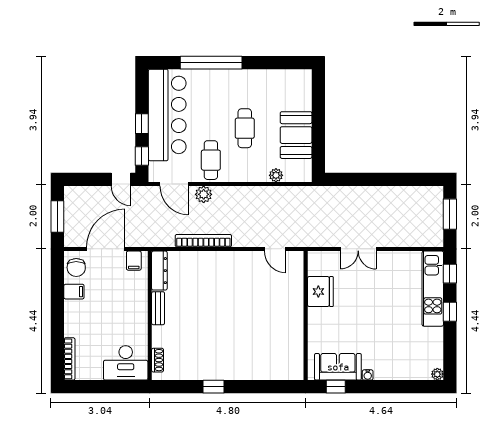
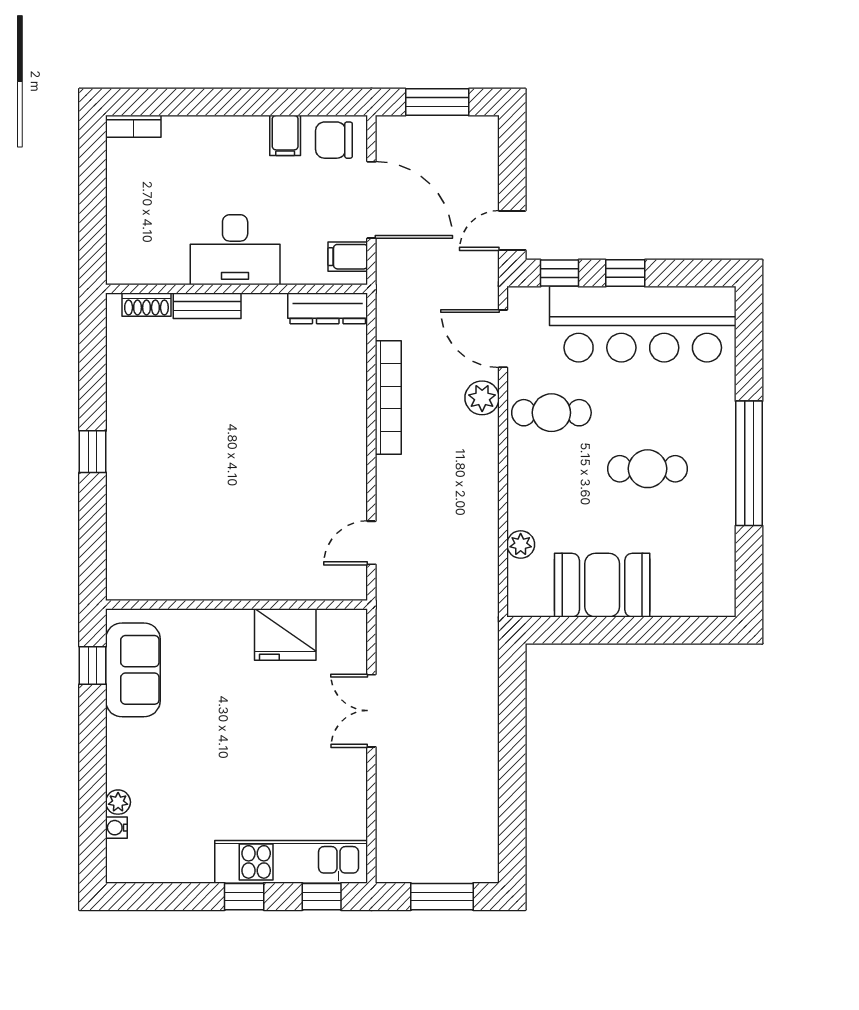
window: (211, 63) -> (749, 463), moved
cafe table: (245, 128) -> (647, 469), moved
door: (174, 184) -> (503, 339), hinge flipped
bench: (158, 308) -> (207, 306), moved
bookcase: (69, 359) -> (133, 126), width x0.64
desk: (126, 363) -> (235, 250), moved, turned -90
plant: (437, 374) -> (118, 802), moved
water cooler: (368, 375) -> (116, 828), moved
window: (213, 387) -> (93, 452), moved

